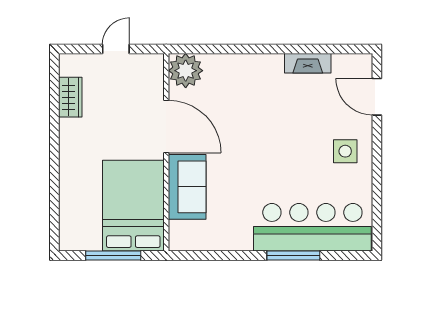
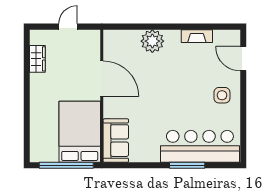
plant: (186, 71) -> (152, 41), moved
sofa: (187, 187) -> (116, 141), moved
window: (113, 255) -> (66, 165), width x1.46

